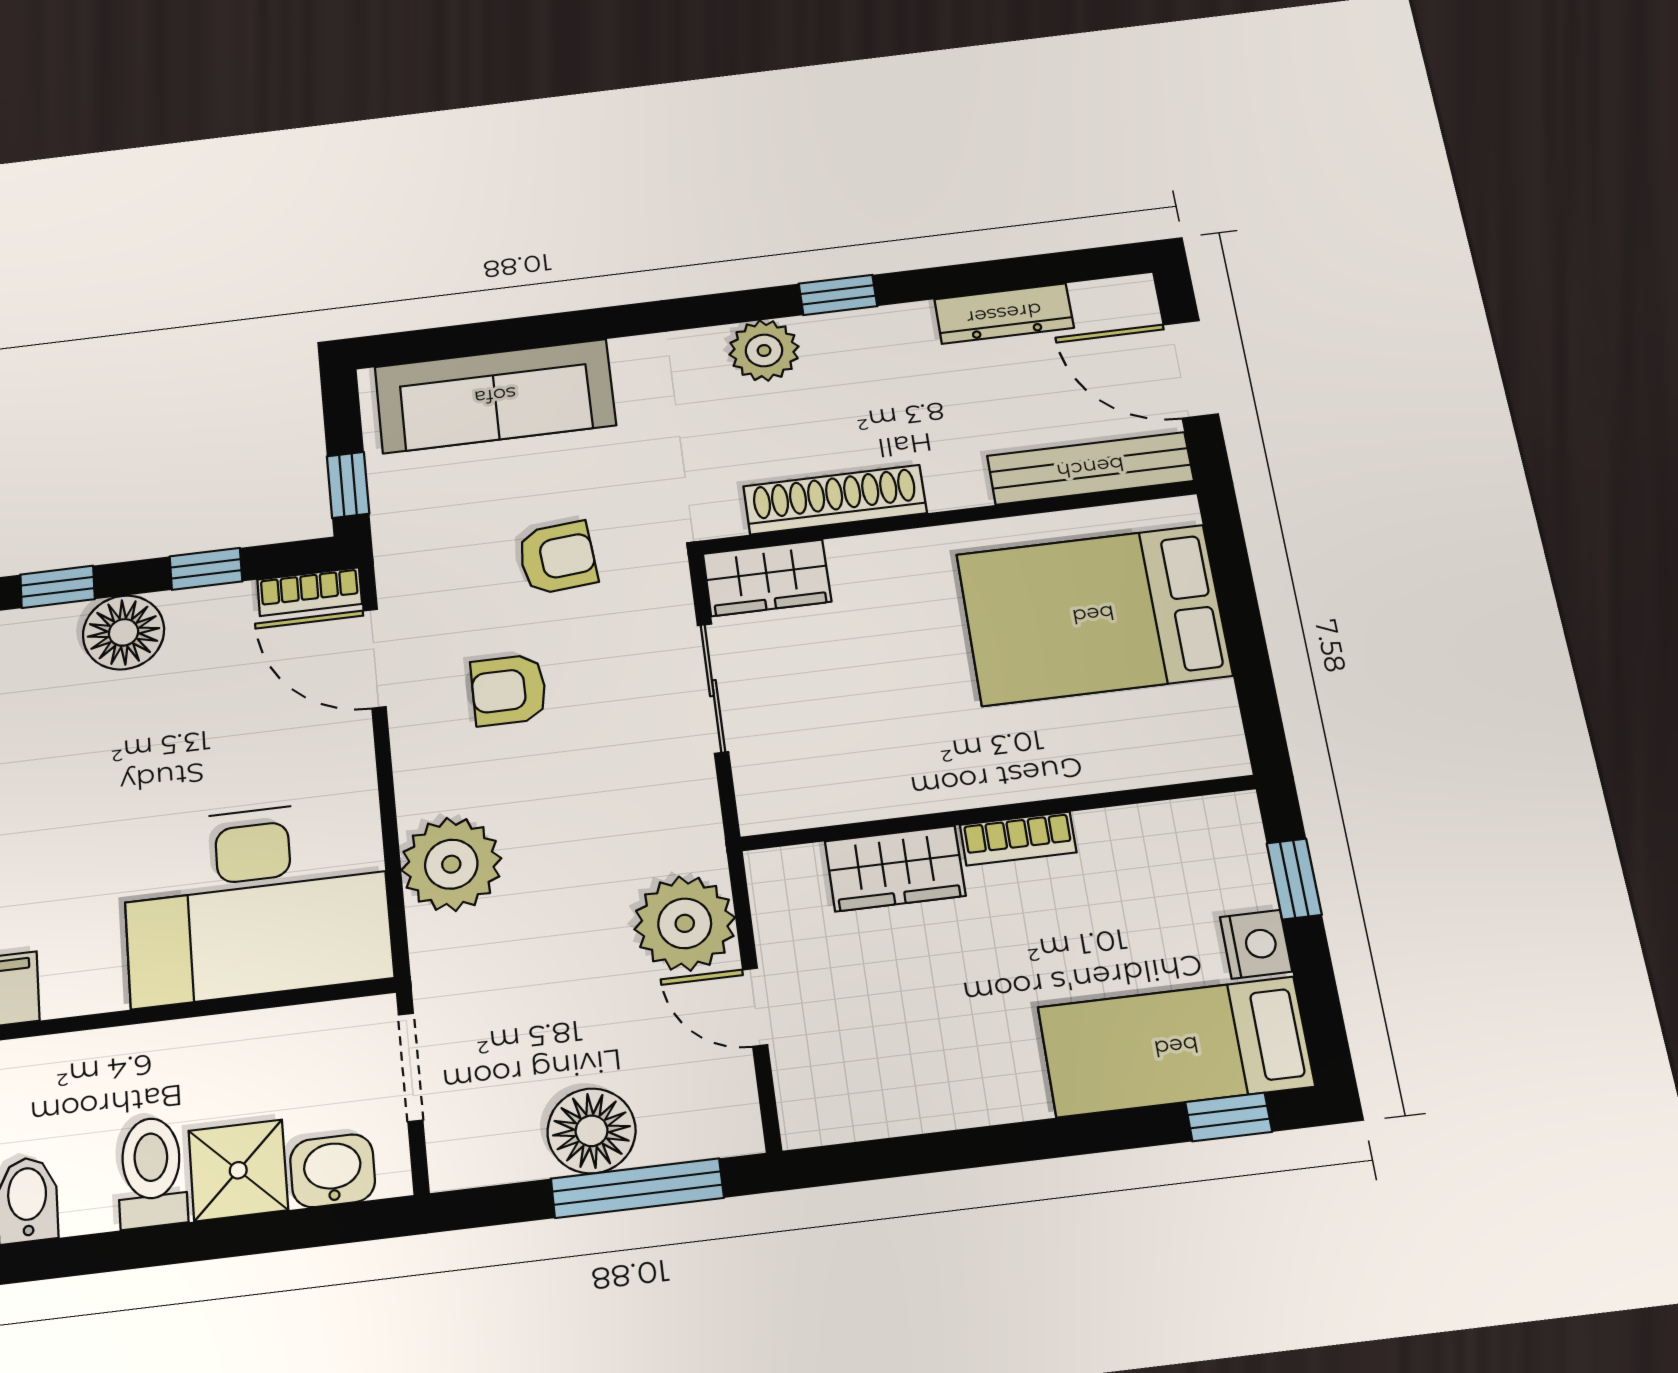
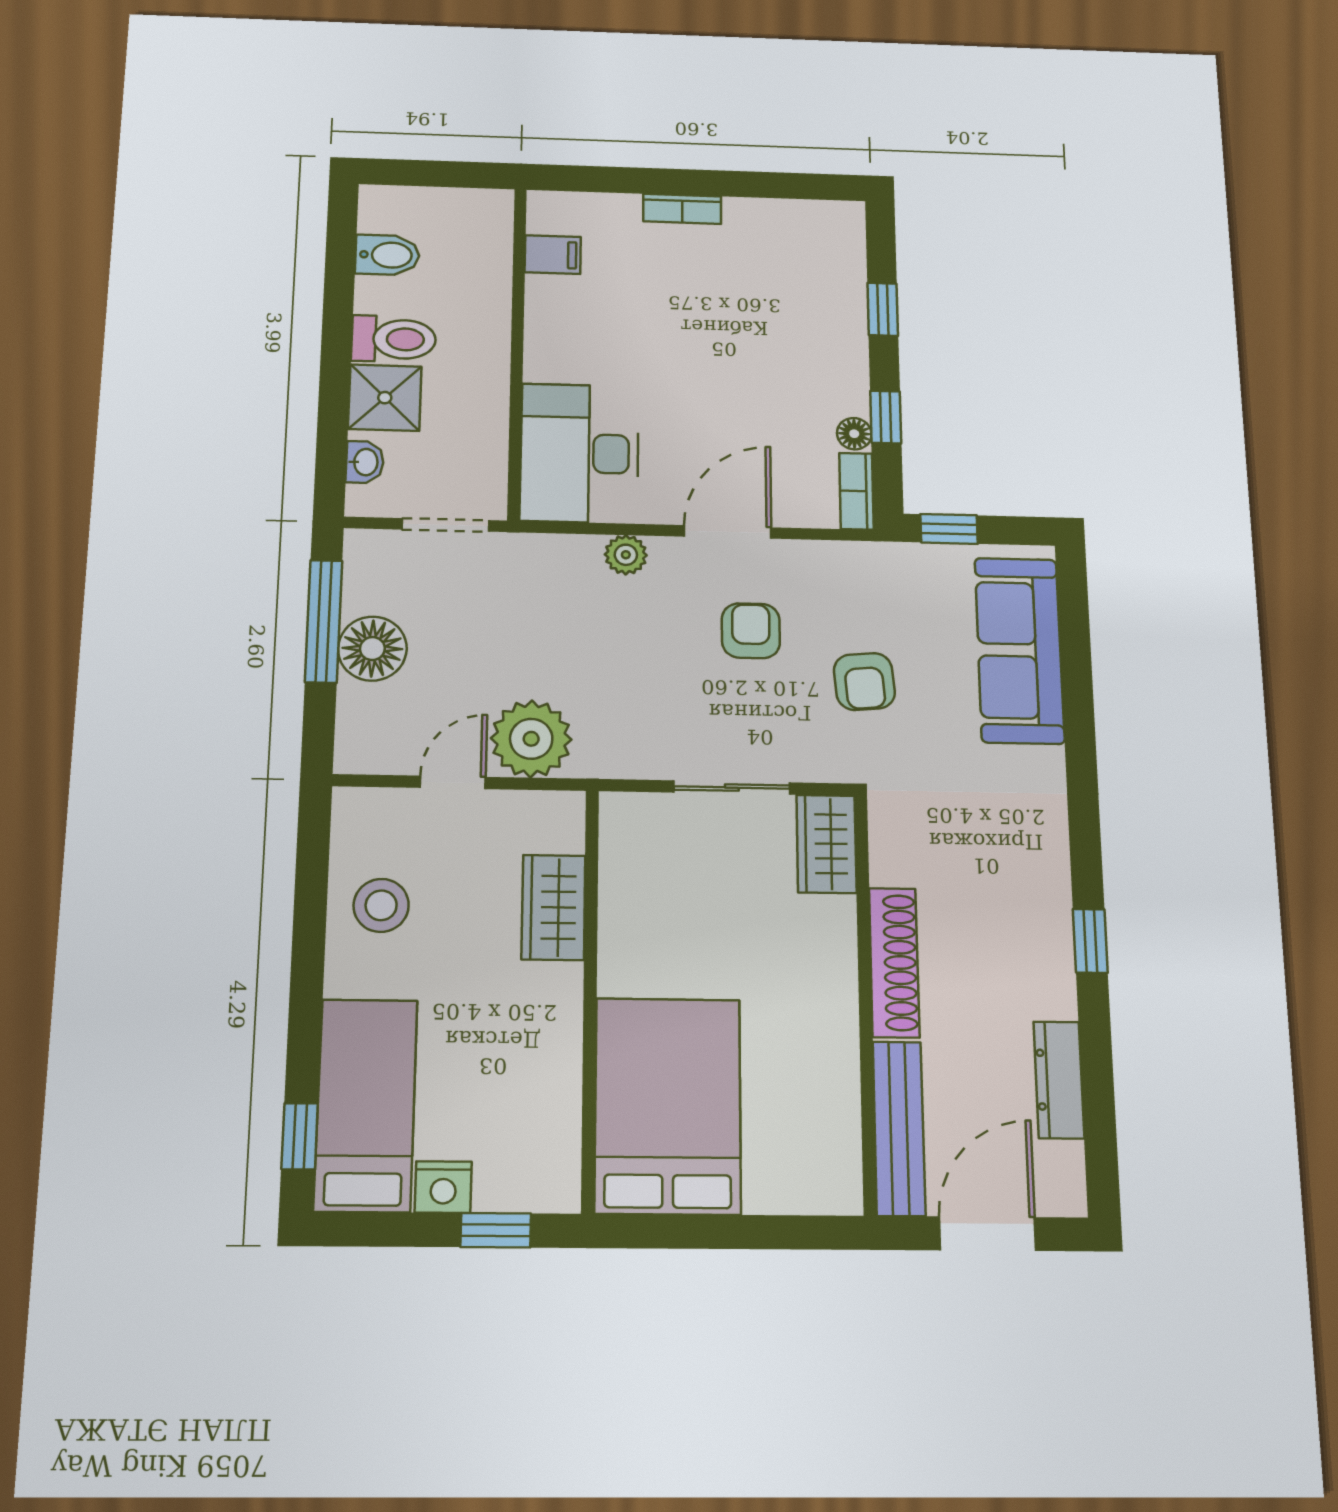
plant: (764, 350) -> (1042, 872), removed
shoe rack: (835, 500) -> (894, 962), moved
bed: (1093, 615) -> (668, 1106), moved
floor lamp: (124, 632) -> (854, 434), moved, width x0.53, depth x0.53
door: (375, 658) -> (728, 532), moved
bookcase: (1018, 839) -> (565, 1010), removed
plant: (451, 864) -> (626, 555), width x0.53, depth x0.53
desk: (256, 901) -> (579, 453), width x0.73, depth x0.77
stool: (926, 1068) -> (381, 905), added
washbasin: (333, 1171) -> (365, 462), width x0.72, depth x0.69
window: (637, 1188) -> (324, 621), moved

